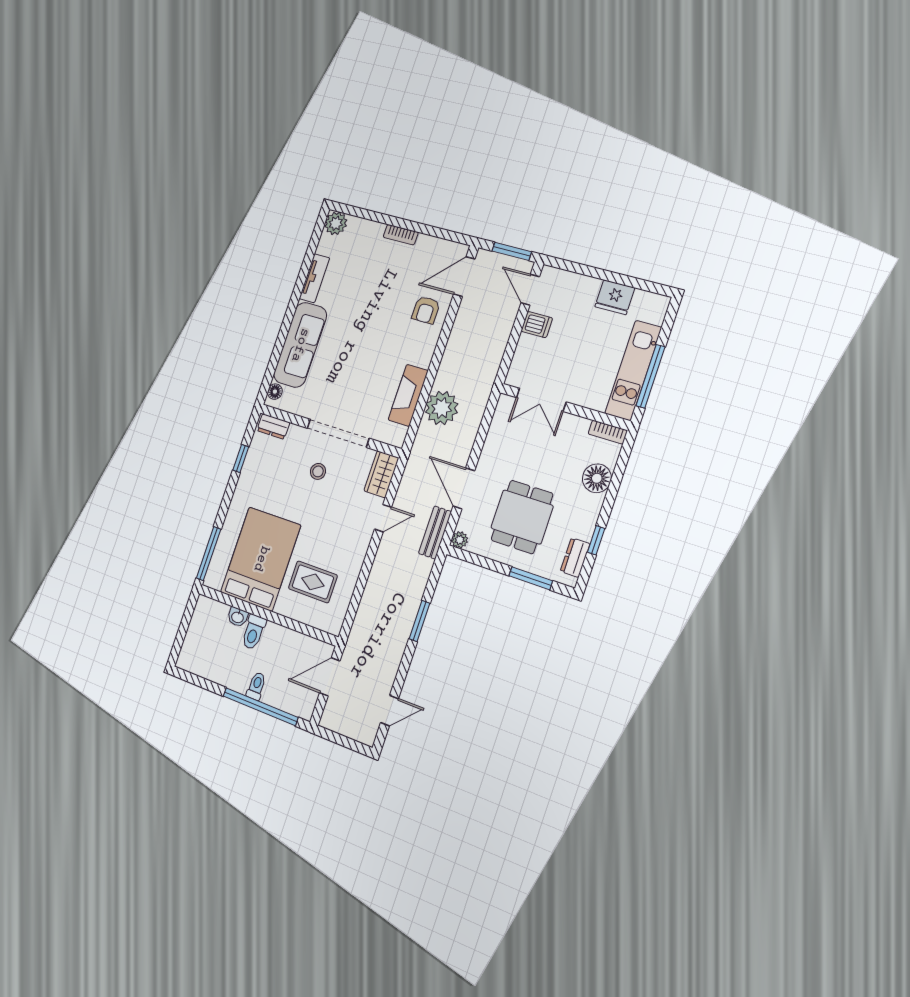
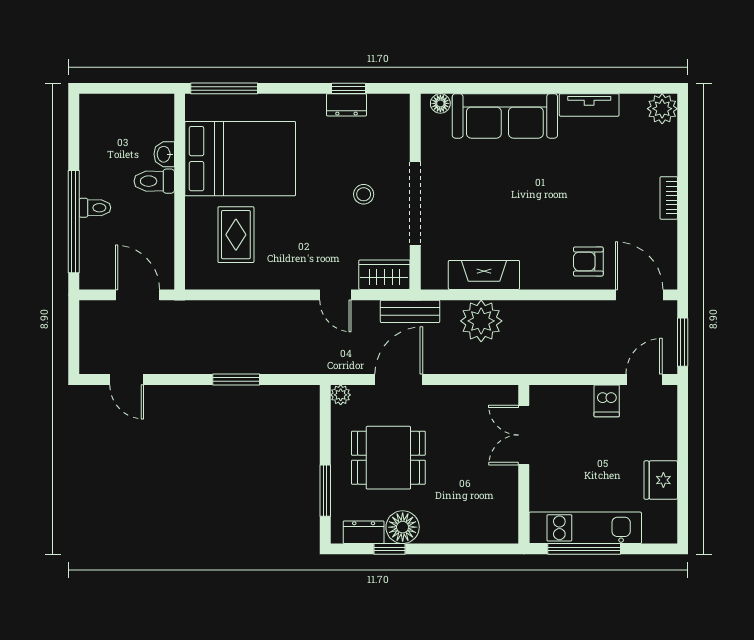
dresser: (273, 426) -> (346, 105), moved, turned -90
bookcase: (608, 432) -> (510, 522), removed
floor lamp: (597, 478) -> (403, 527), moved
bench: (435, 533) -> (410, 311), moved

